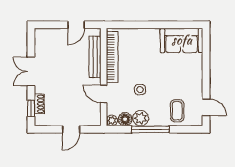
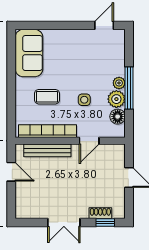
coffee table: (177, 111) -> (47, 97), moved
plant: (112, 120) -> (119, 83), moved

